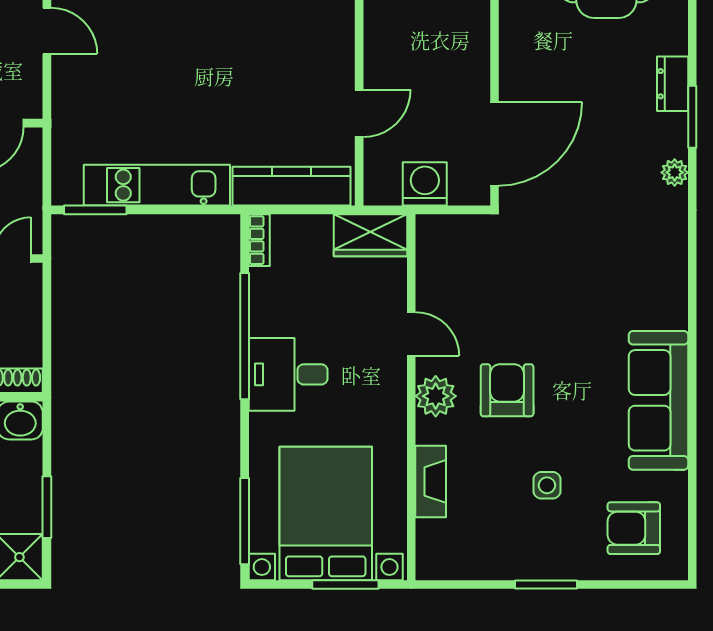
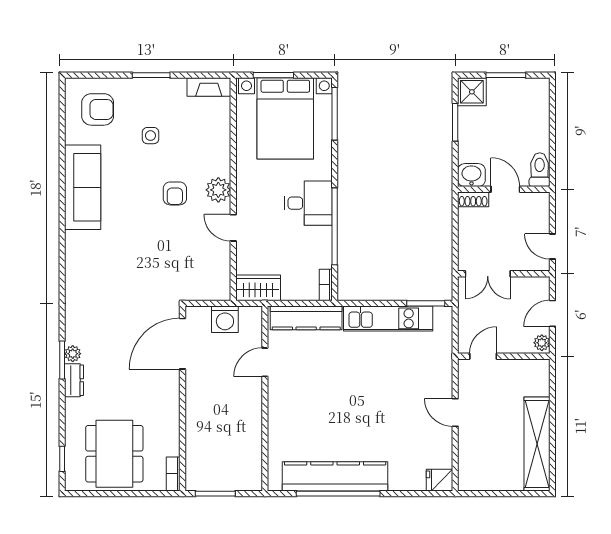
plant: (675, 172) -> (73, 354), moved
armchair: (507, 390) -> (175, 193), width x0.72, depth x0.72
fireplace: (431, 481) -> (209, 87), moved, turned -90

